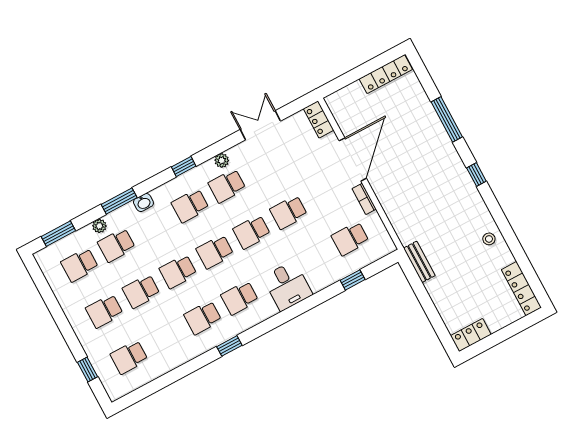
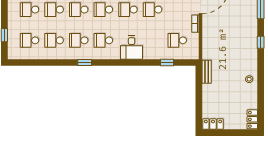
locker: (521, 289) -> (252, 119), width x0.66
school desk: (166, 337) -> (54, 40), added

